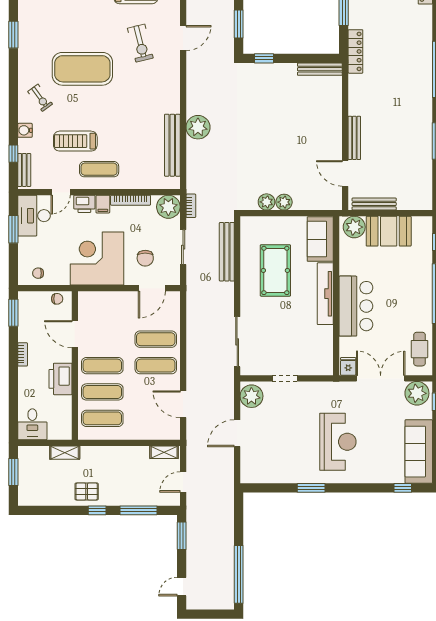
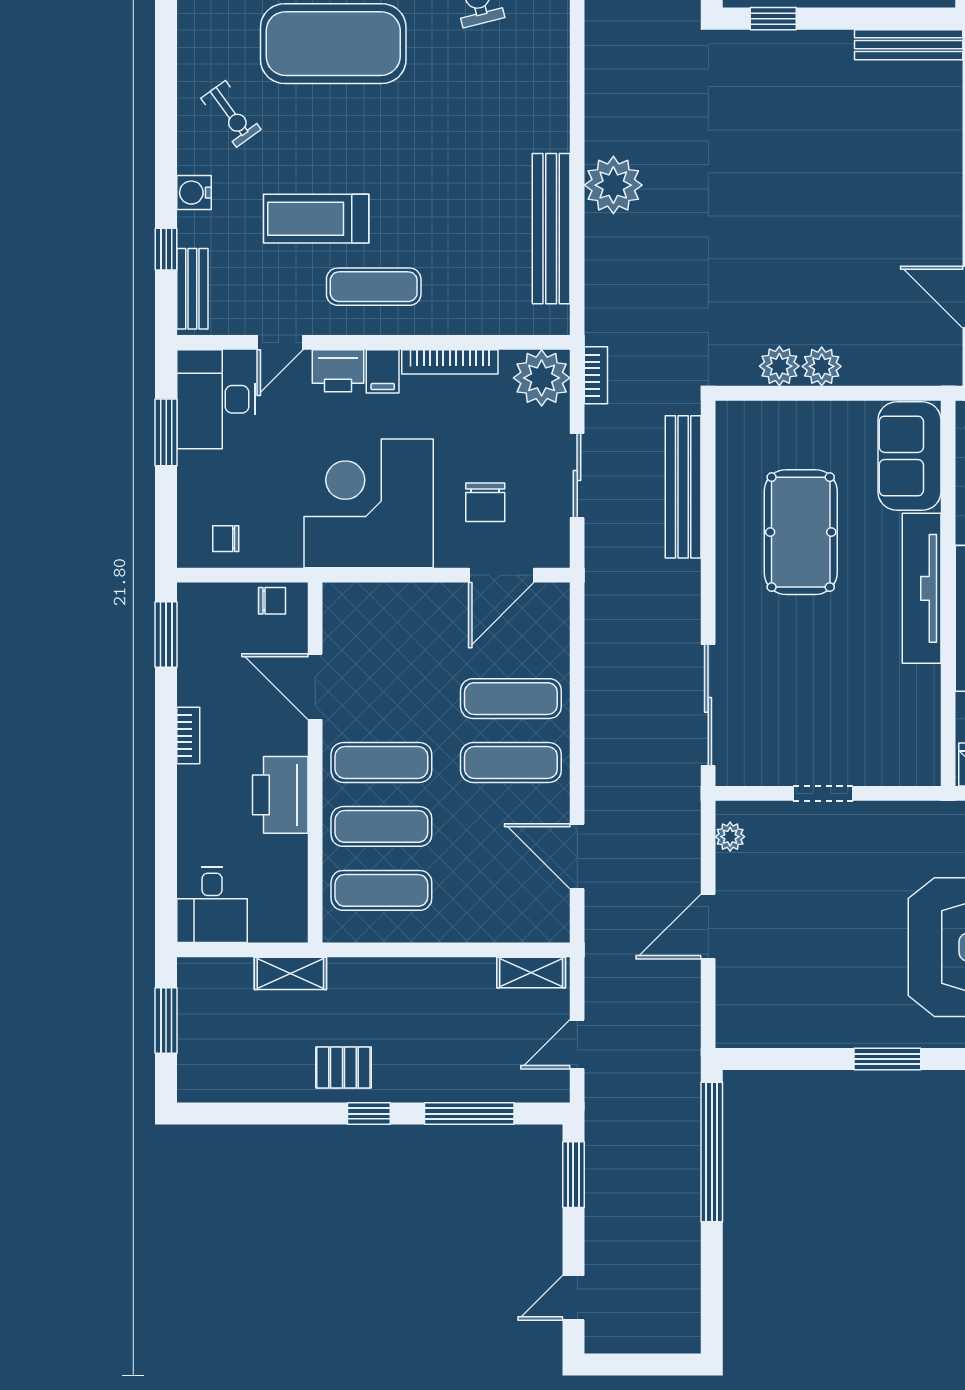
plant: (251, 396) -> (730, 837), width x0.53, depth x0.53
window: (239, 574) -> (712, 1152), moved

